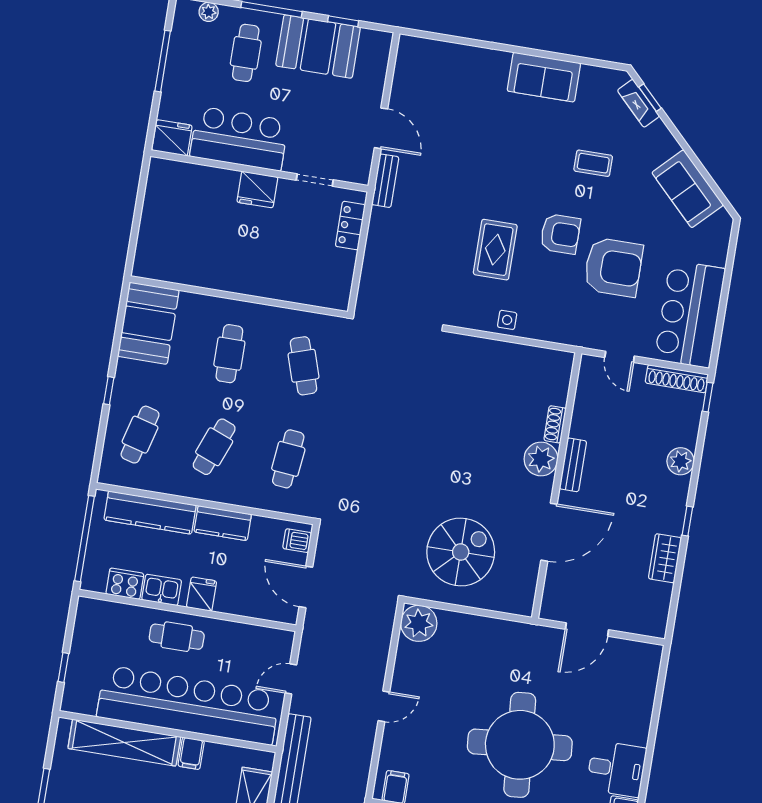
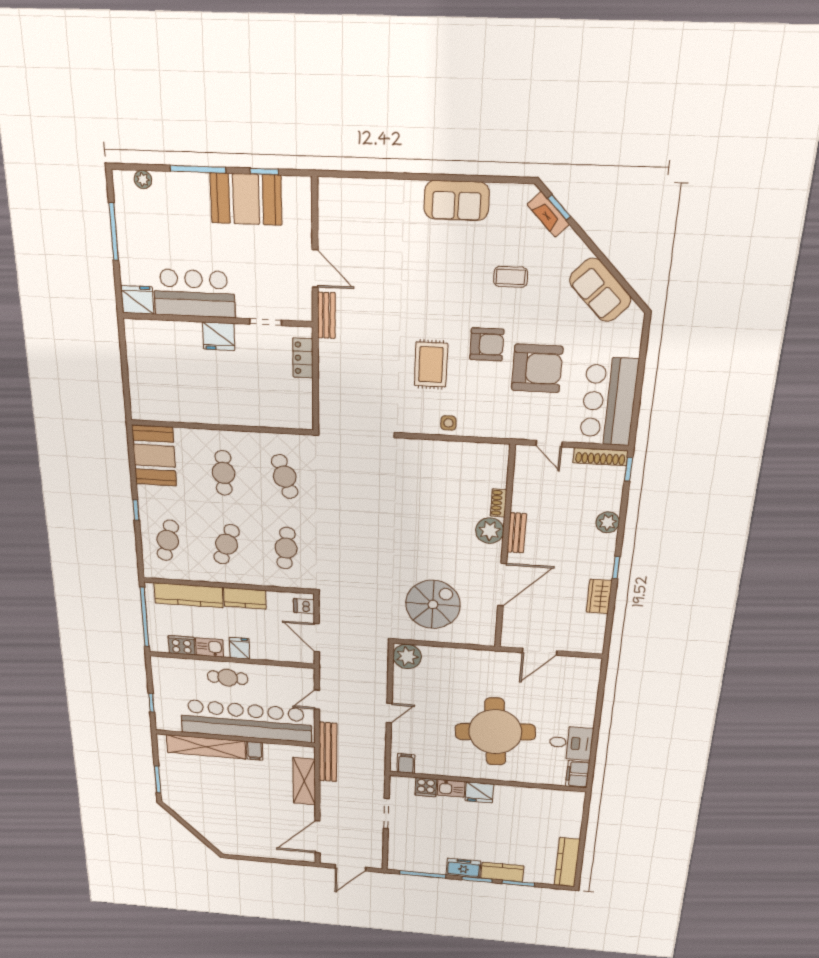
cafe table: (246, 53) -> (184, 214), removed

